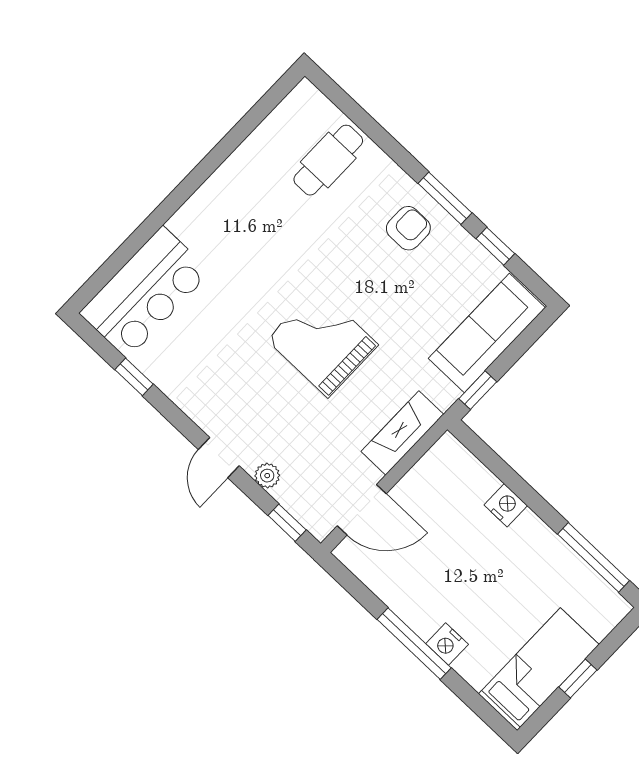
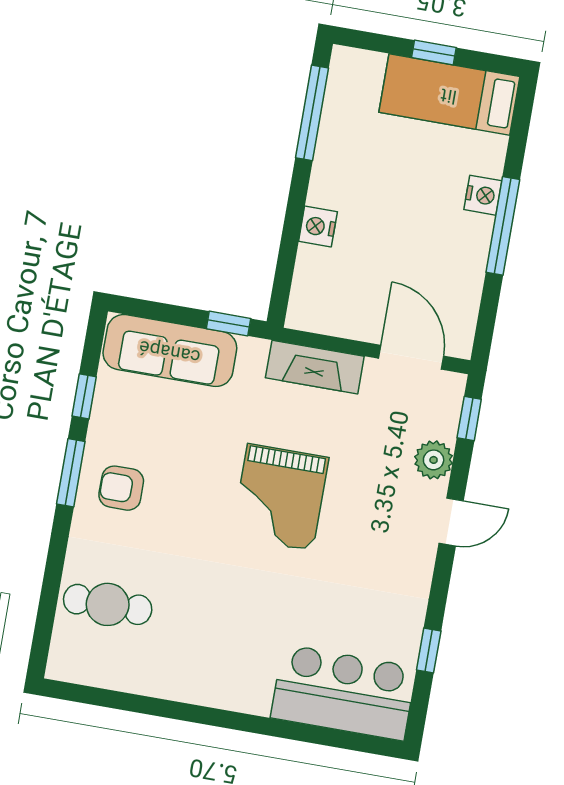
plant: (267, 476) -> (434, 460), width x1.38, depth x1.38

